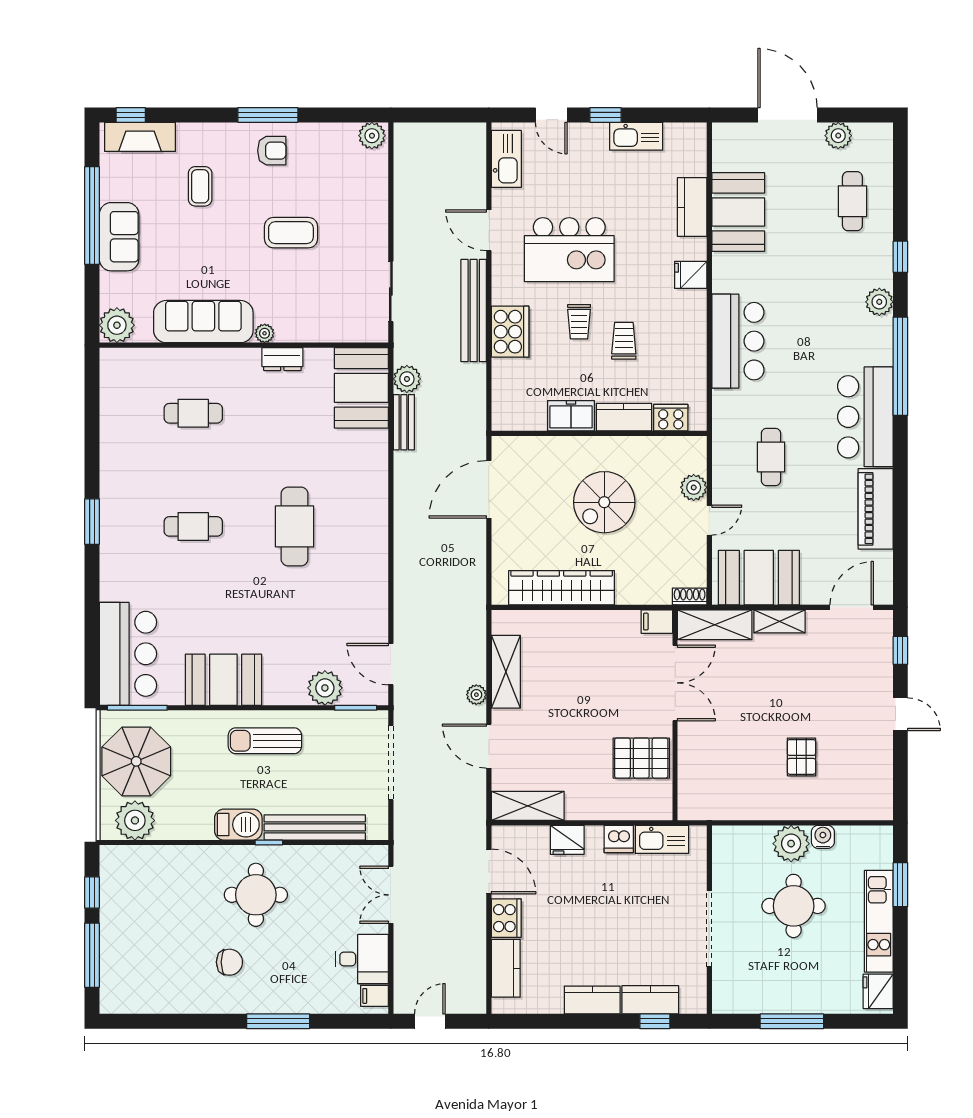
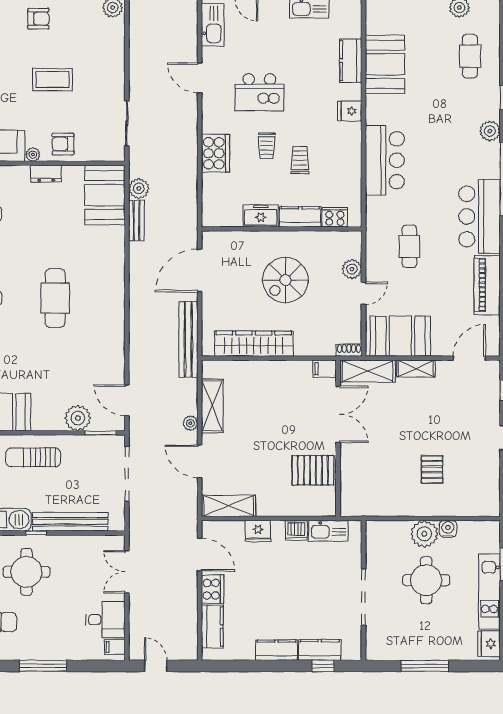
kitchen island: (569, 250) -> (259, 92), width x0.73, depth x0.78
bench: (474, 311) -> (188, 340), moved
armchair: (305, 319) -> (63, 144), added
door: (430, 1021) -> (156, 666), hinge flipped

